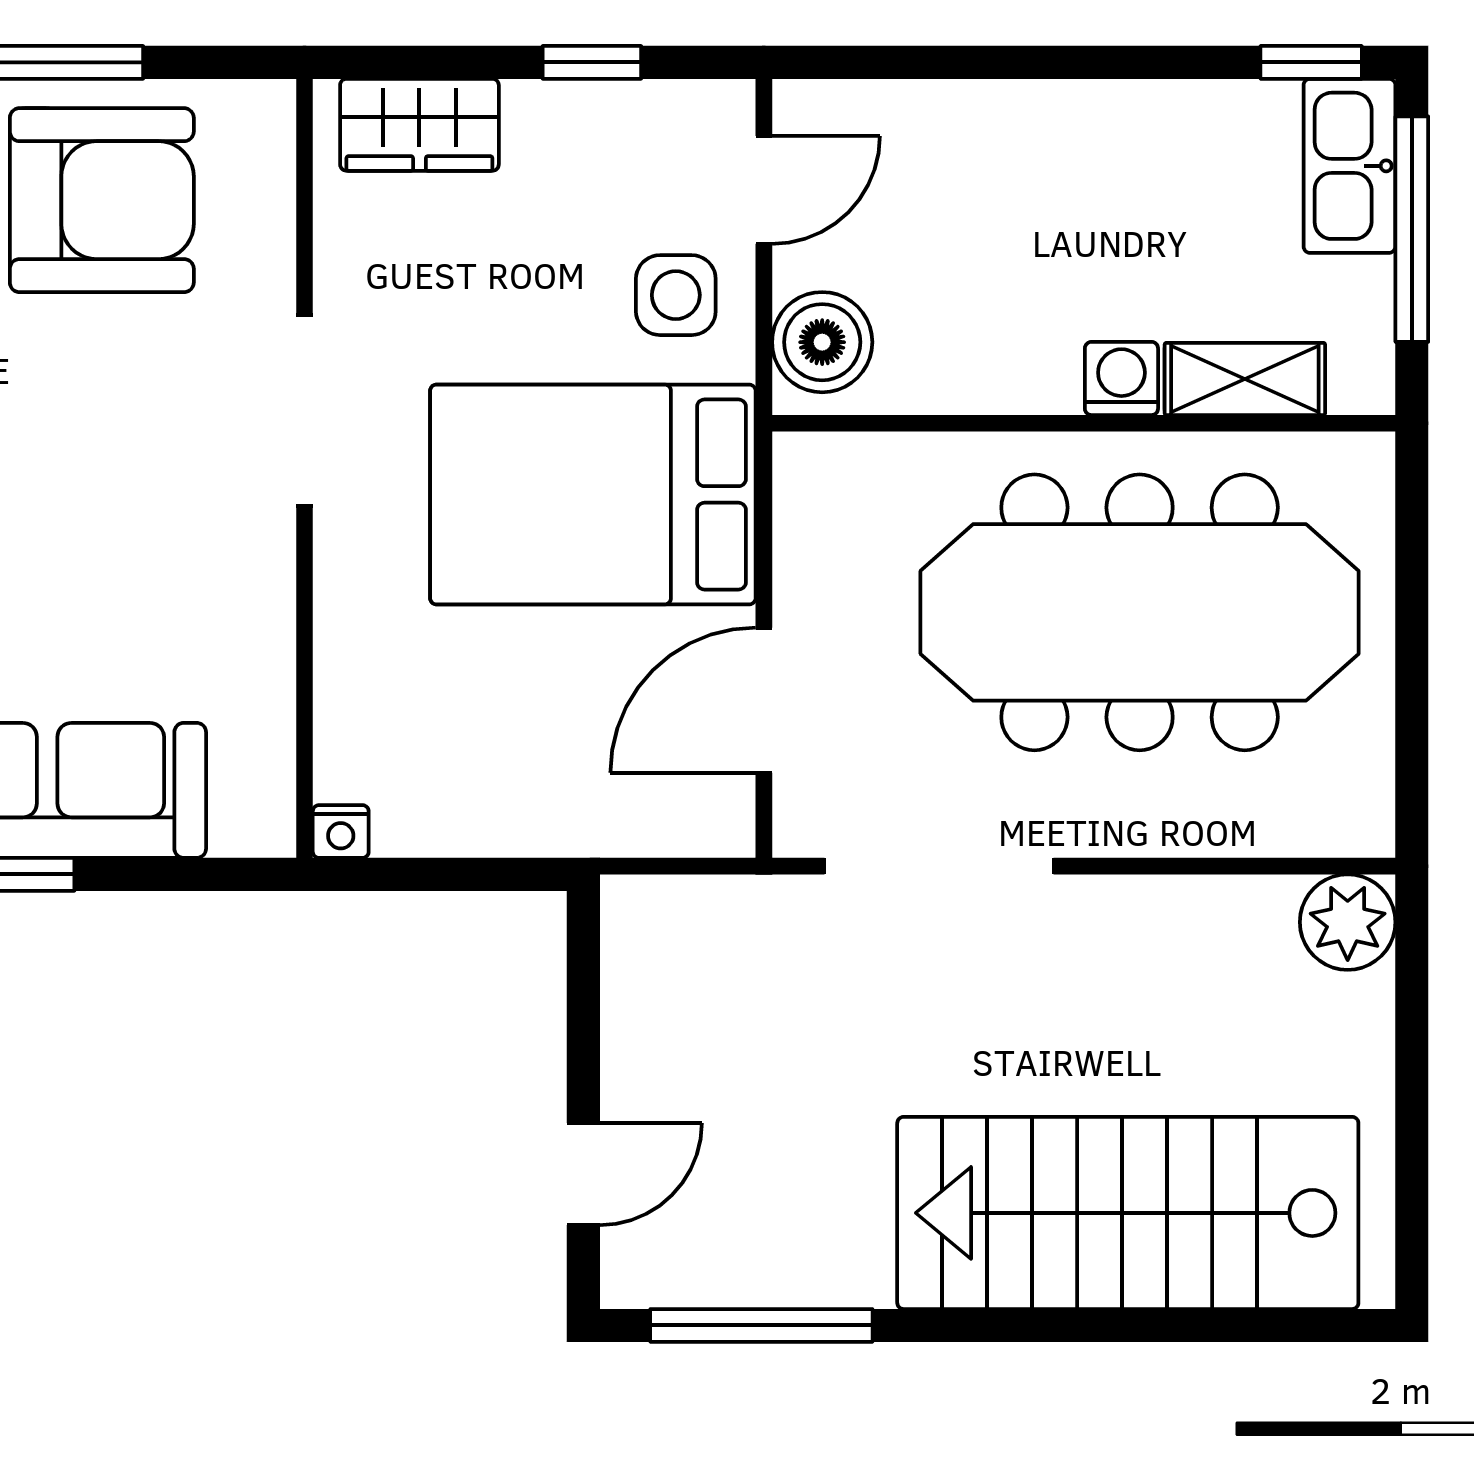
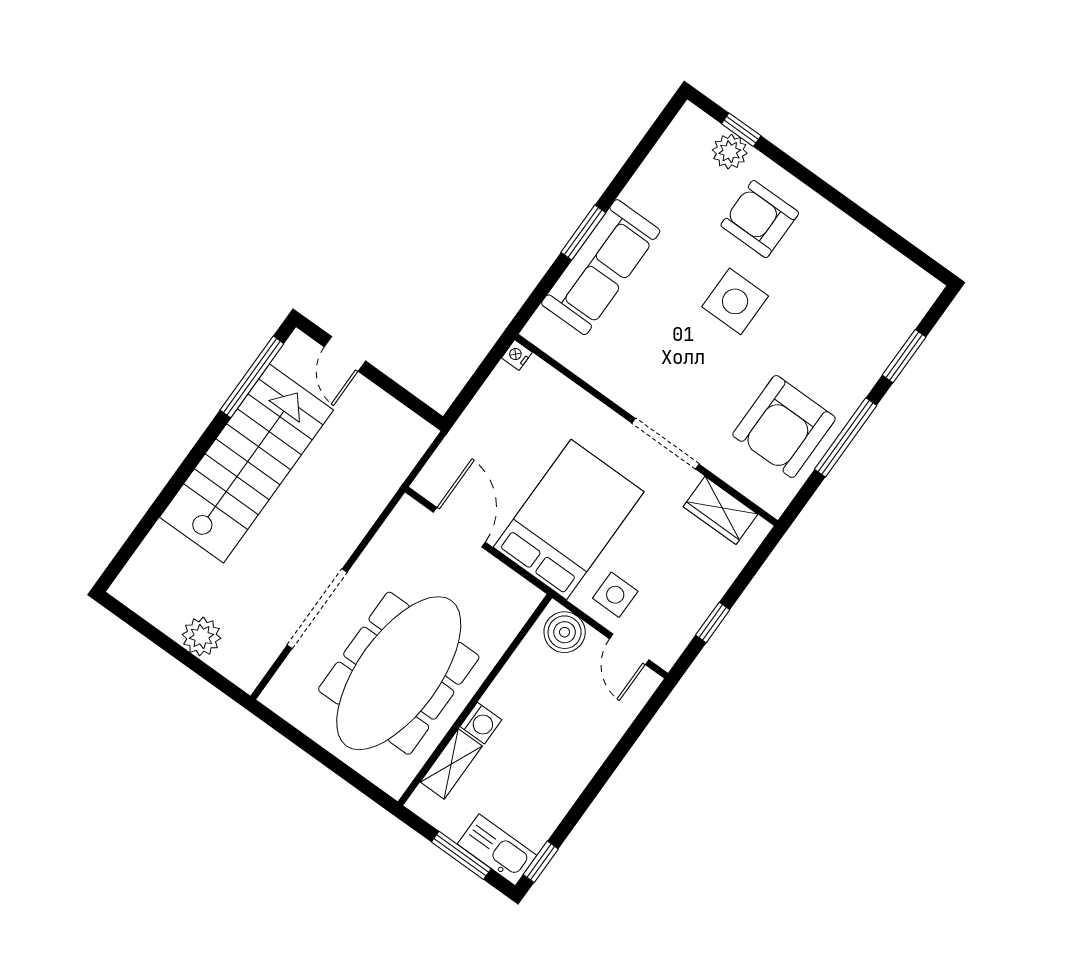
wardrobe: (419, 125) -> (720, 510), moved, turned -90
window: (1412, 229) -> (461, 855), width x0.69
doorway: (939, 866) -> (317, 609), moved
plant: (1348, 922) -> (202, 636), moved
stairs: (1128, 1213) -> (246, 464), moved

